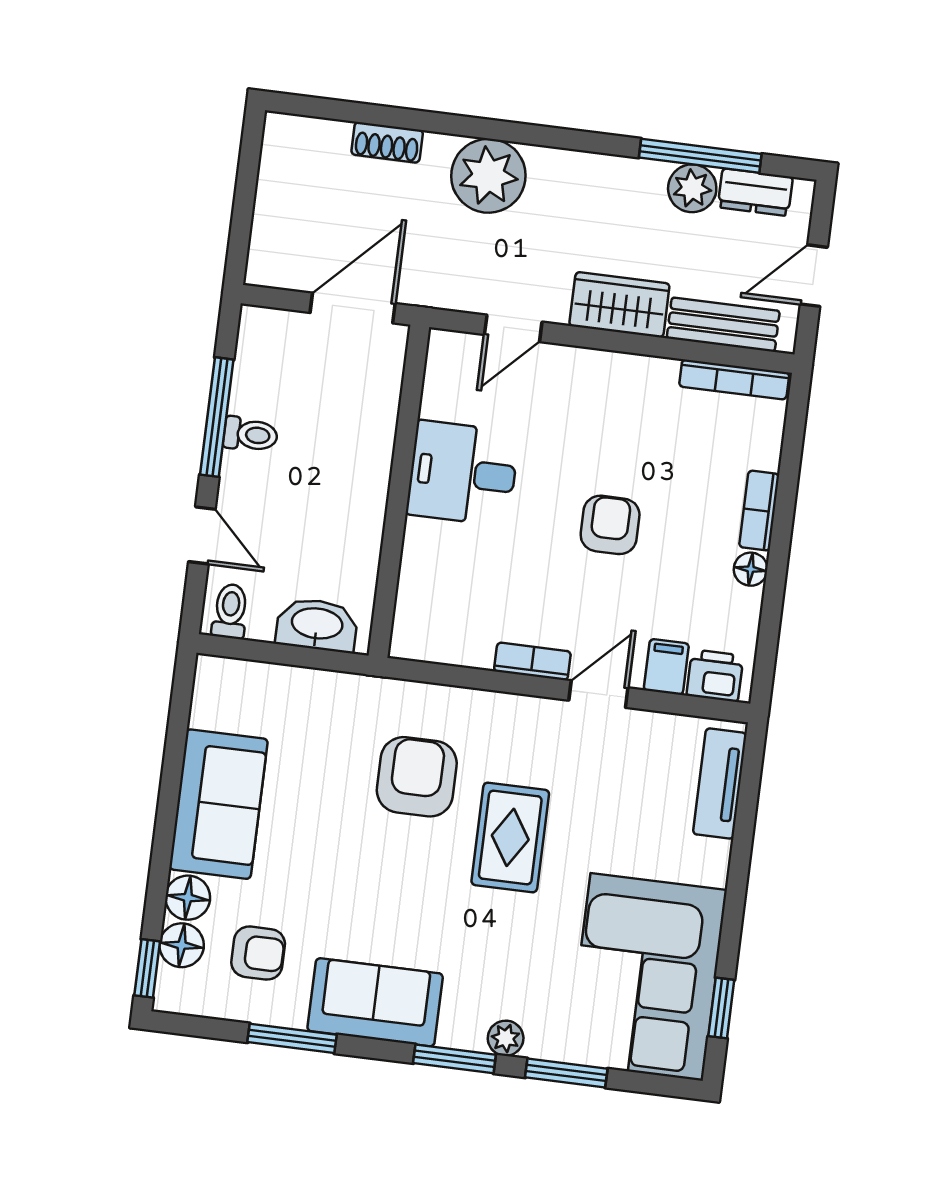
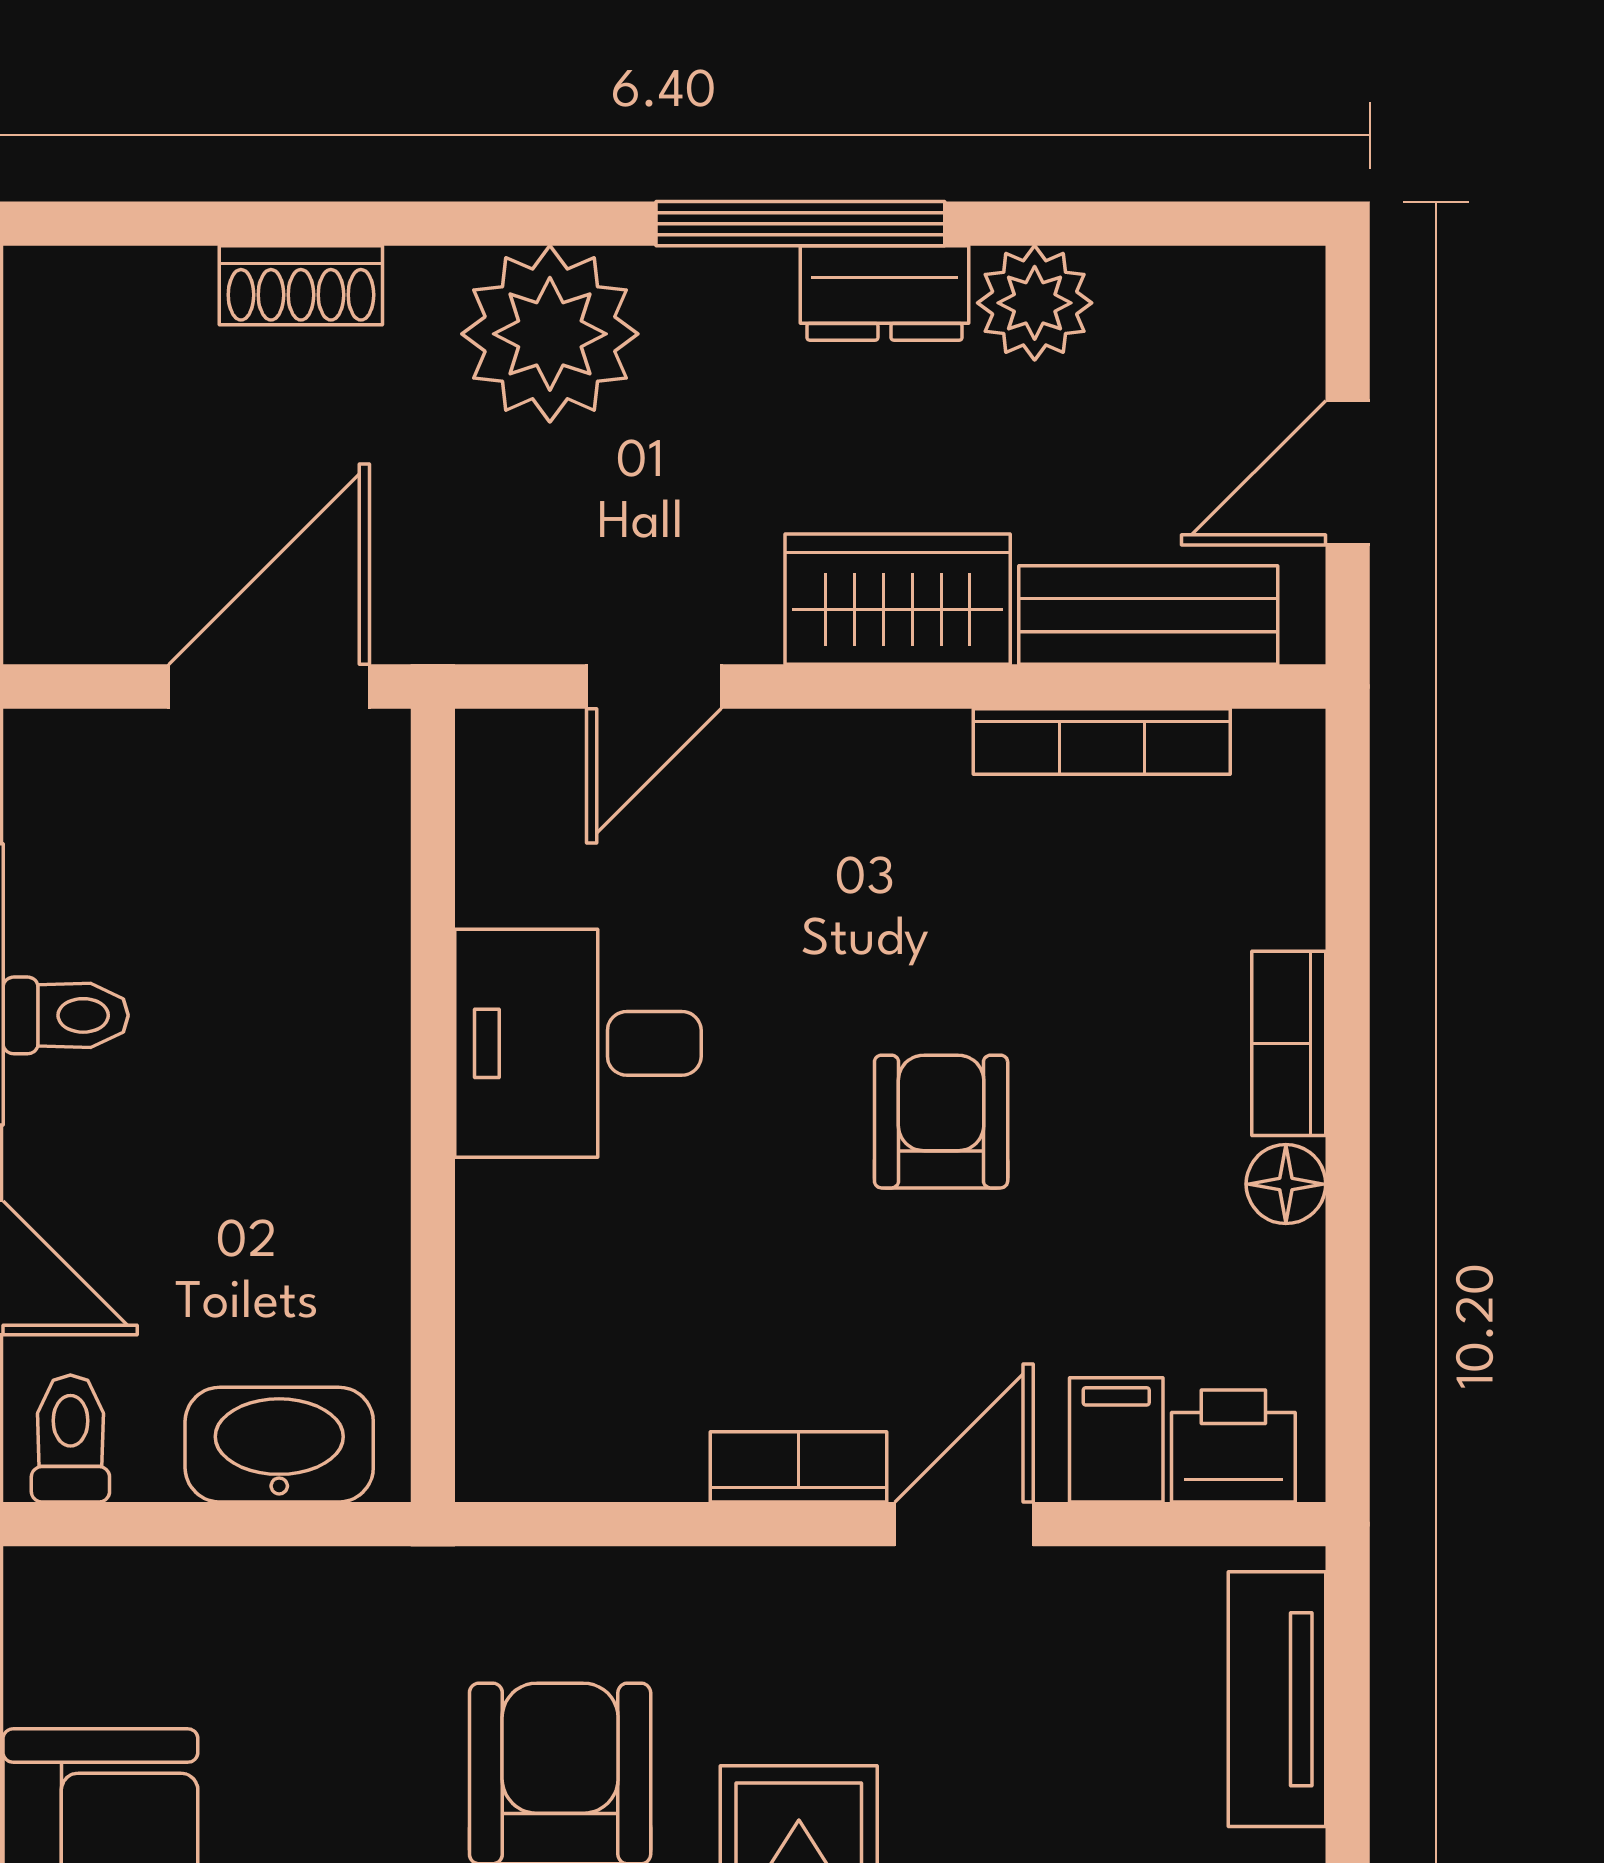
window: (700, 156) -> (800, 224), moved
dresser: (755, 192) -> (884, 293), moved
bookcase: (734, 379) -> (1102, 741), moved

